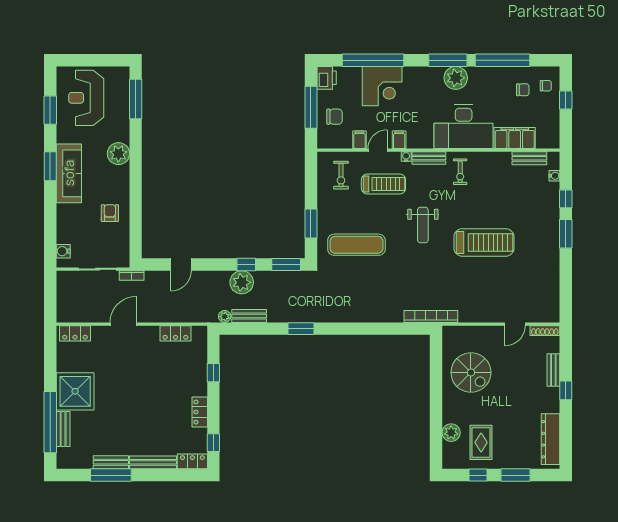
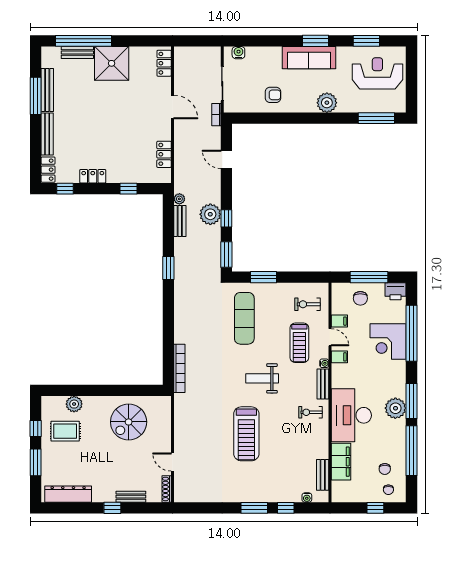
bookcase: (431, 316) -> (179, 368), moved
bench: (111, 462) -> (47, 90), width x1.36

